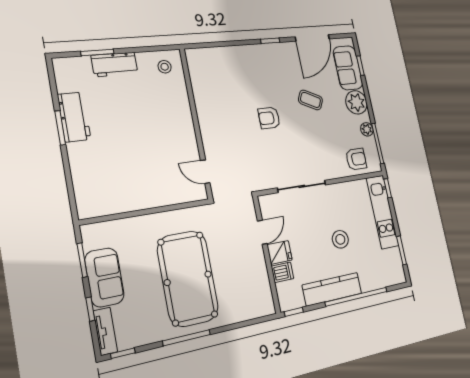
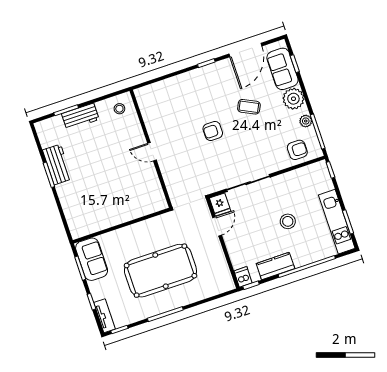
door: (205, 172) -> (152, 152), moved
kitchen unit: (382, 212) -> (337, 222), moved
fridge: (279, 252) -> (220, 204), moved, turned 90
dishwasher: (282, 272) -> (243, 277), moved, turned -90
sofa: (104, 277) -> (92, 259), moved
pool table: (188, 278) -> (160, 271), turned 90
kitchen counter: (332, 289) -> (275, 266), width x0.67

